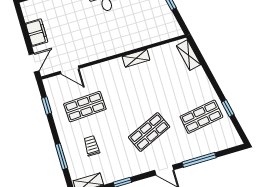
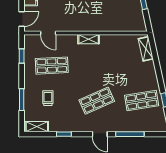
shelving: (136, 58) -> (89, 39), moved

